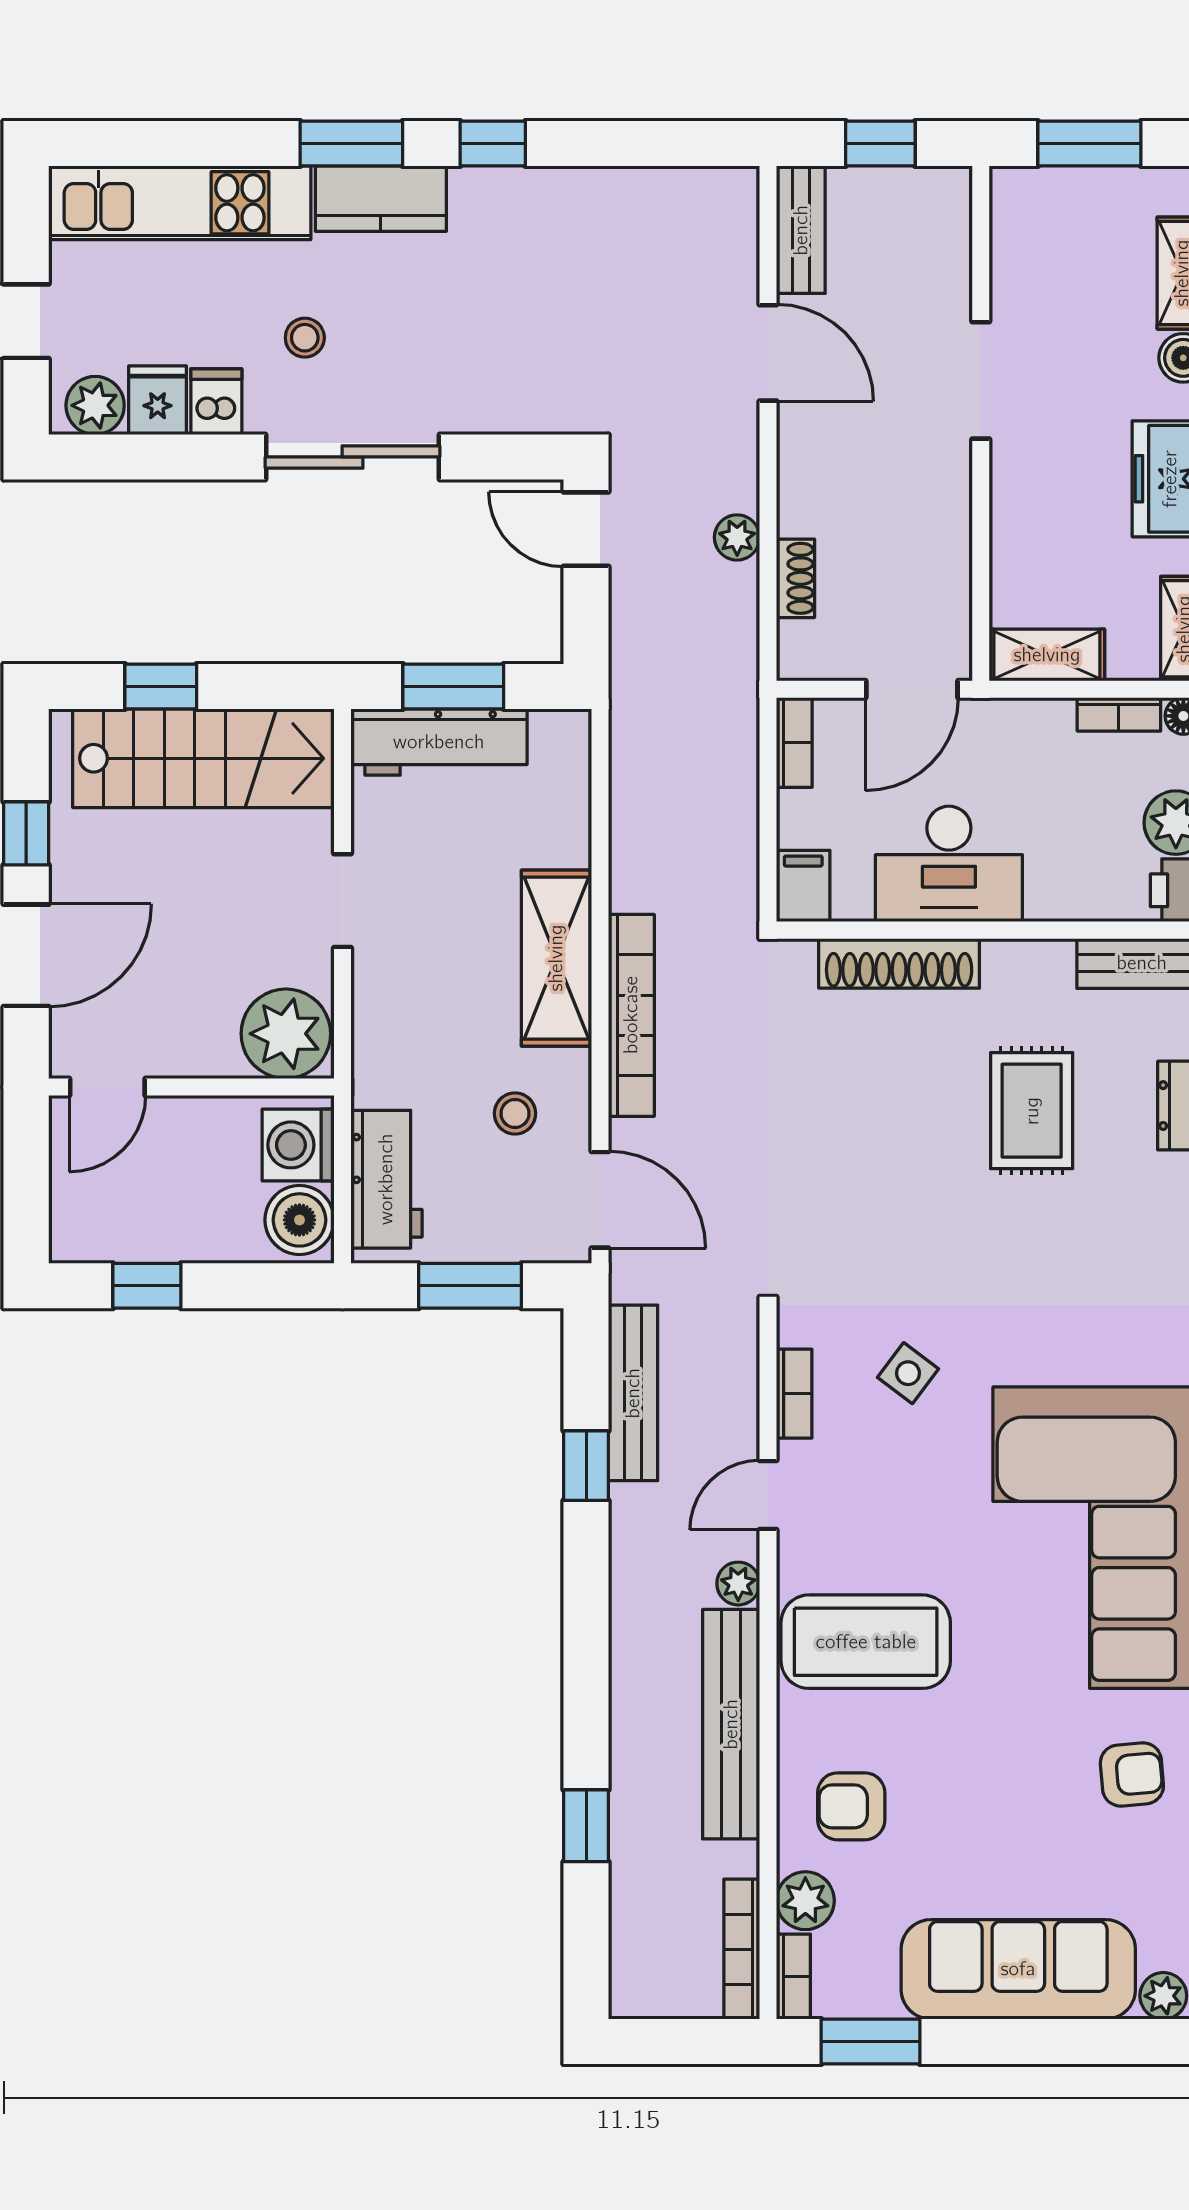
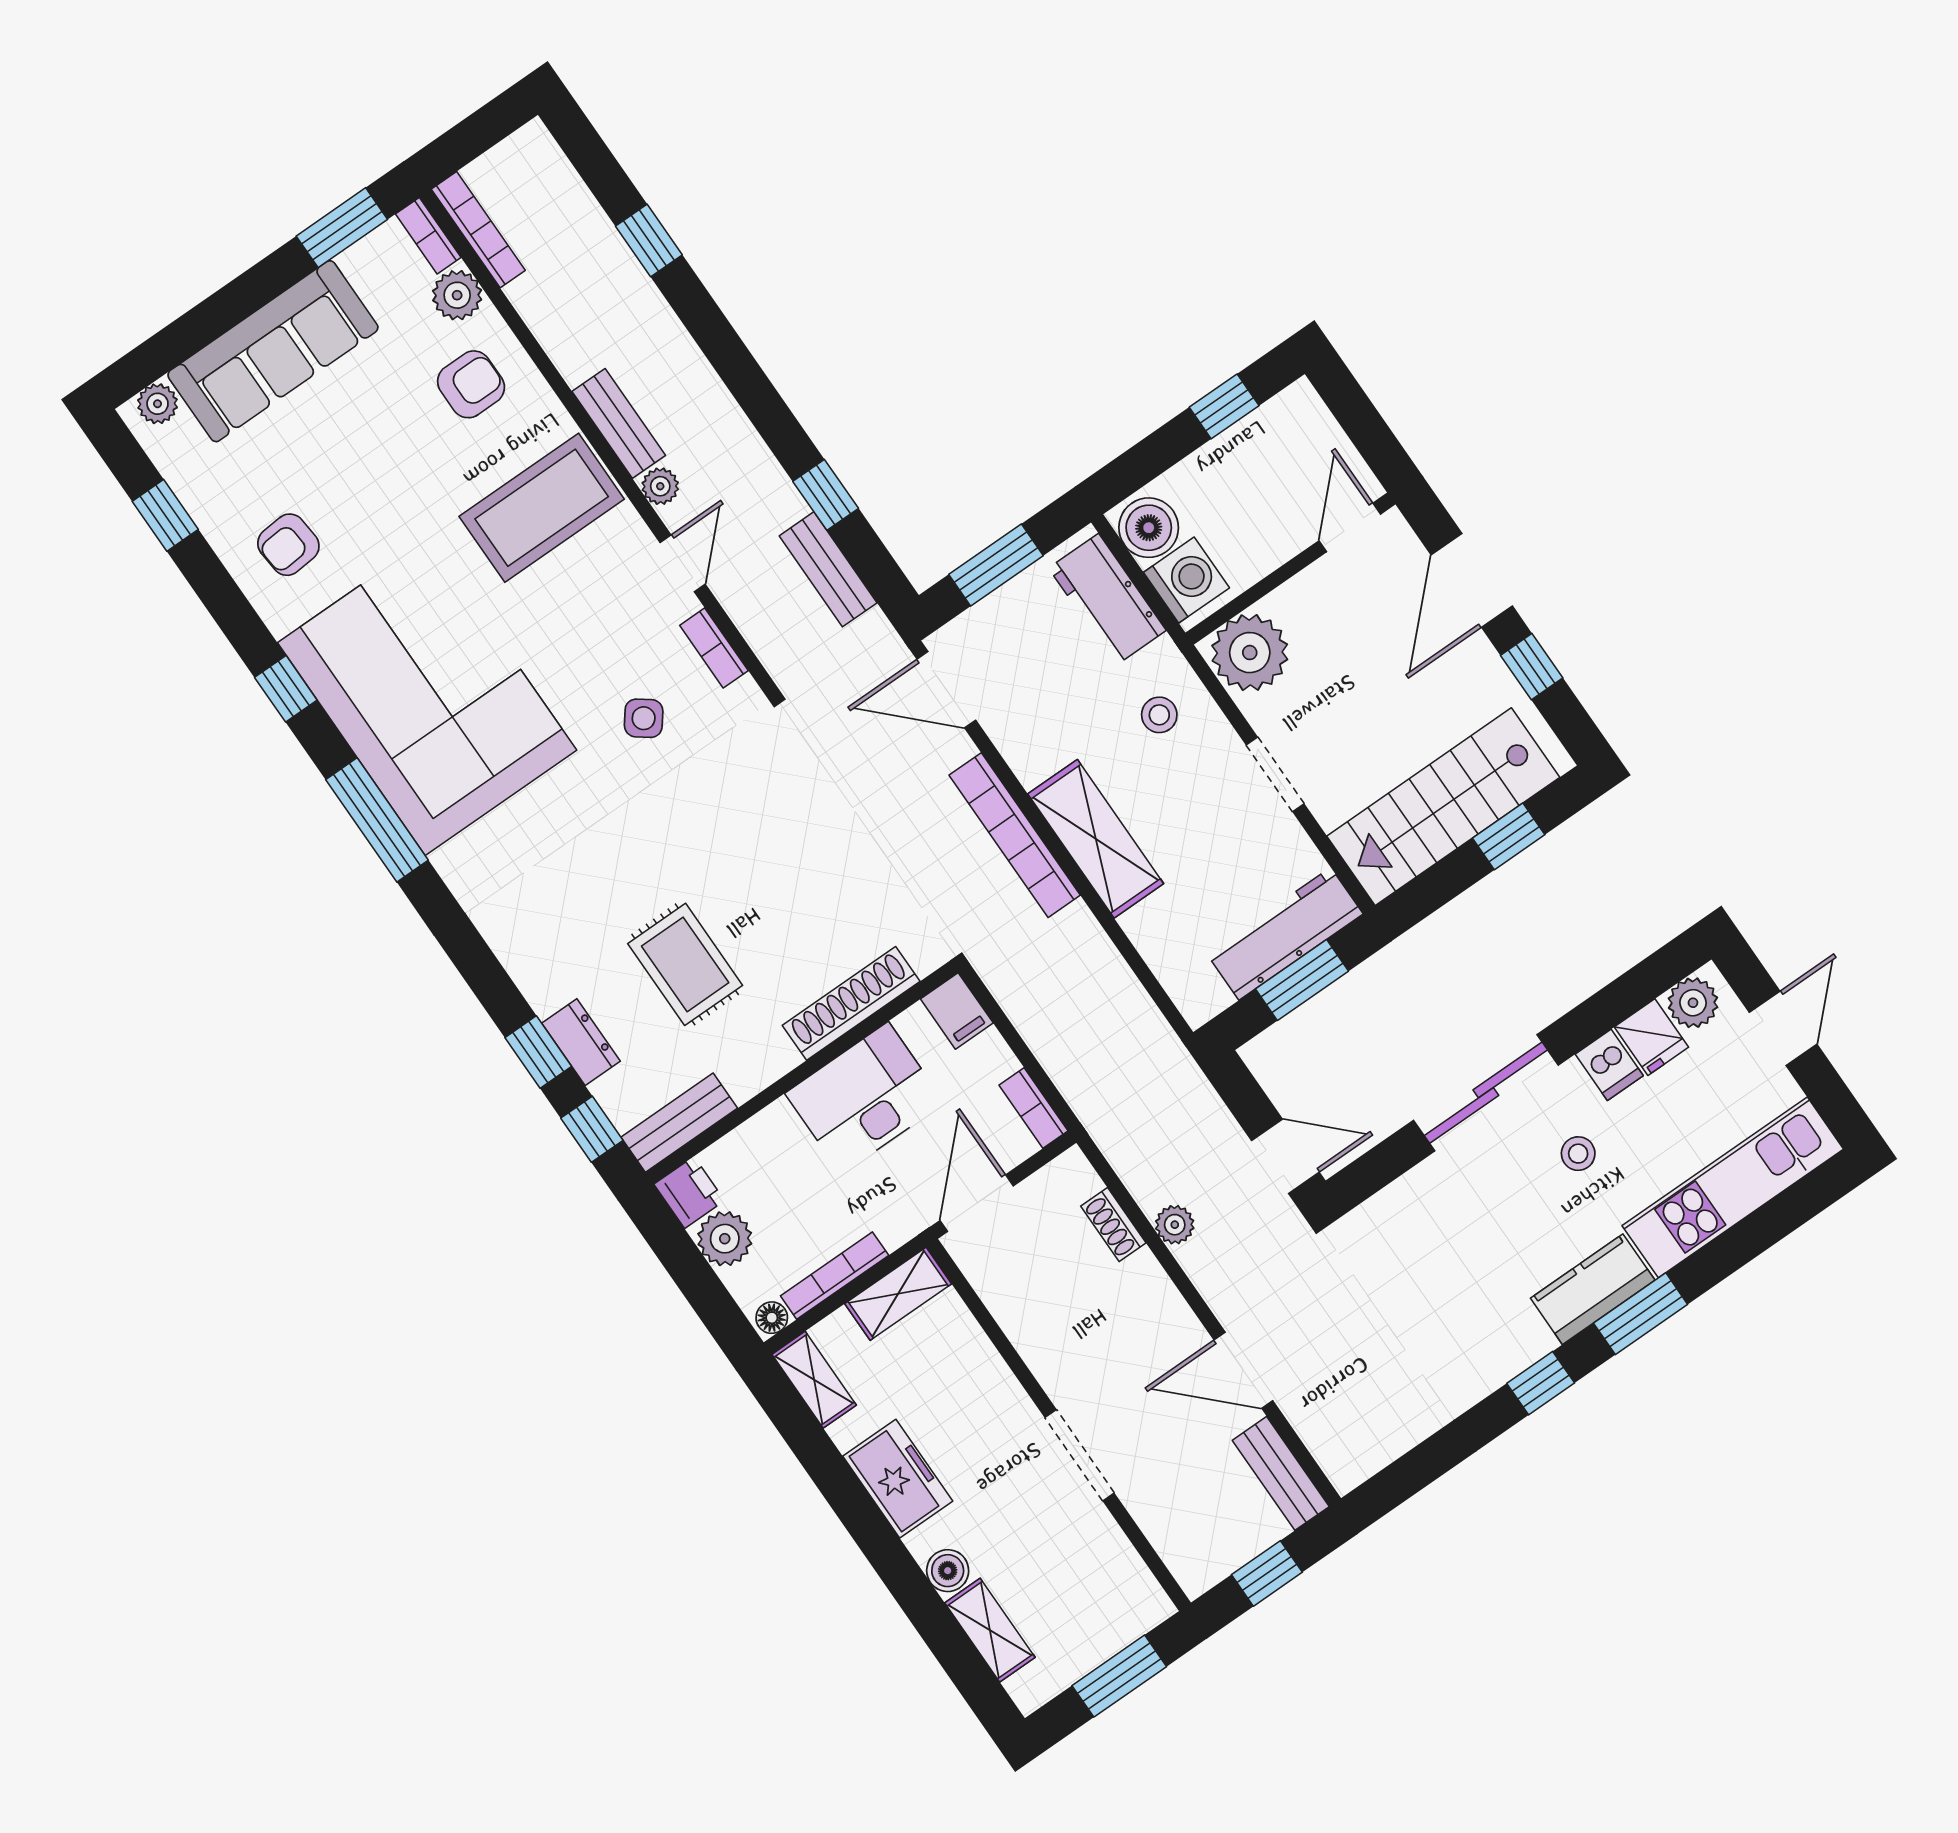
bookcase: (1119, 714) -> (835, 1276), width x1.56
stool: (515, 1114) -> (1159, 715), moved
bench: (633, 1393) -> (828, 569), width x0.73
bench: (731, 1724) -> (619, 423), width x0.54, depth x0.82

